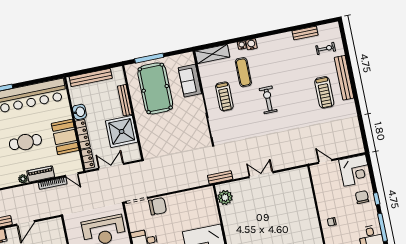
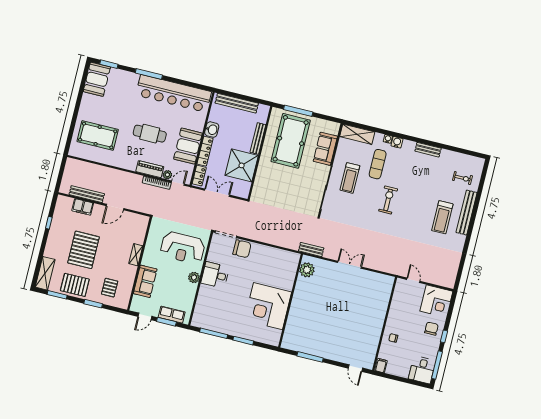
bench: (305, 33) -> (428, 150), moved
door: (72, 175) -> (178, 183), swing flipped
plant: (23, 179) -> (167, 175), moved

